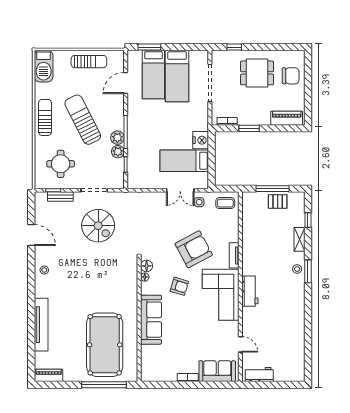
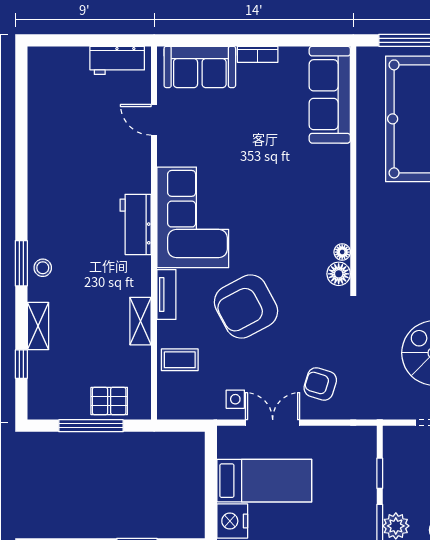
plant: (118, 152) -> (395, 498), removed
pallet: (278, 201) -> (109, 401), moved
coffee table: (225, 203) -> (180, 360), moved
shelving: (247, 242) -> (140, 321), added
armchair: (179, 286) -> (320, 384), moved
sofa: (151, 320) -> (330, 95), moved

